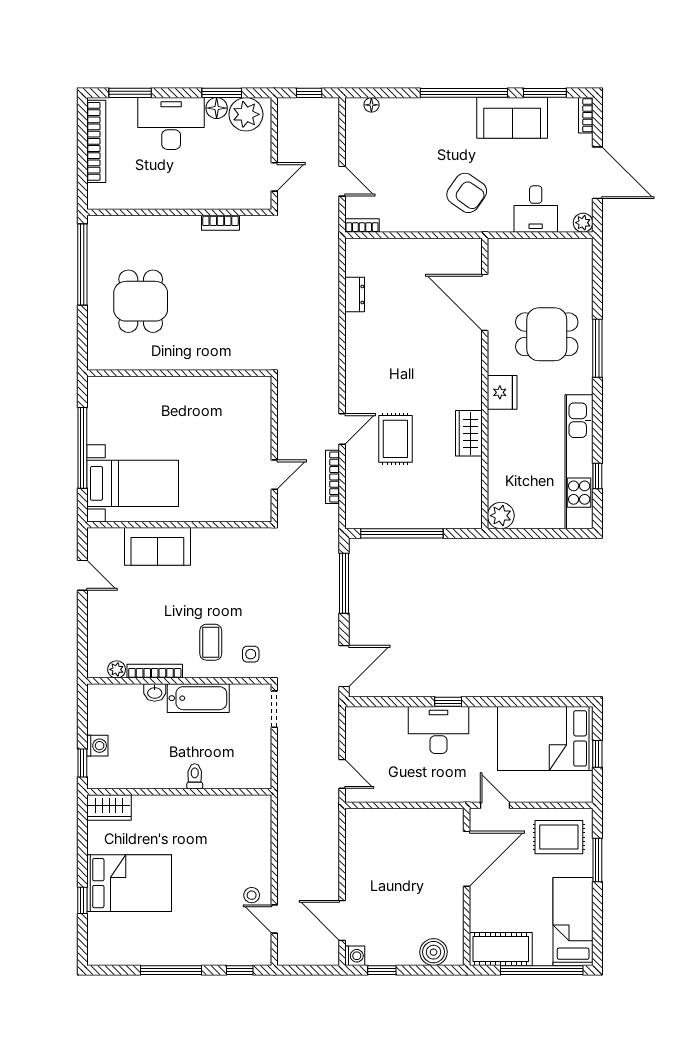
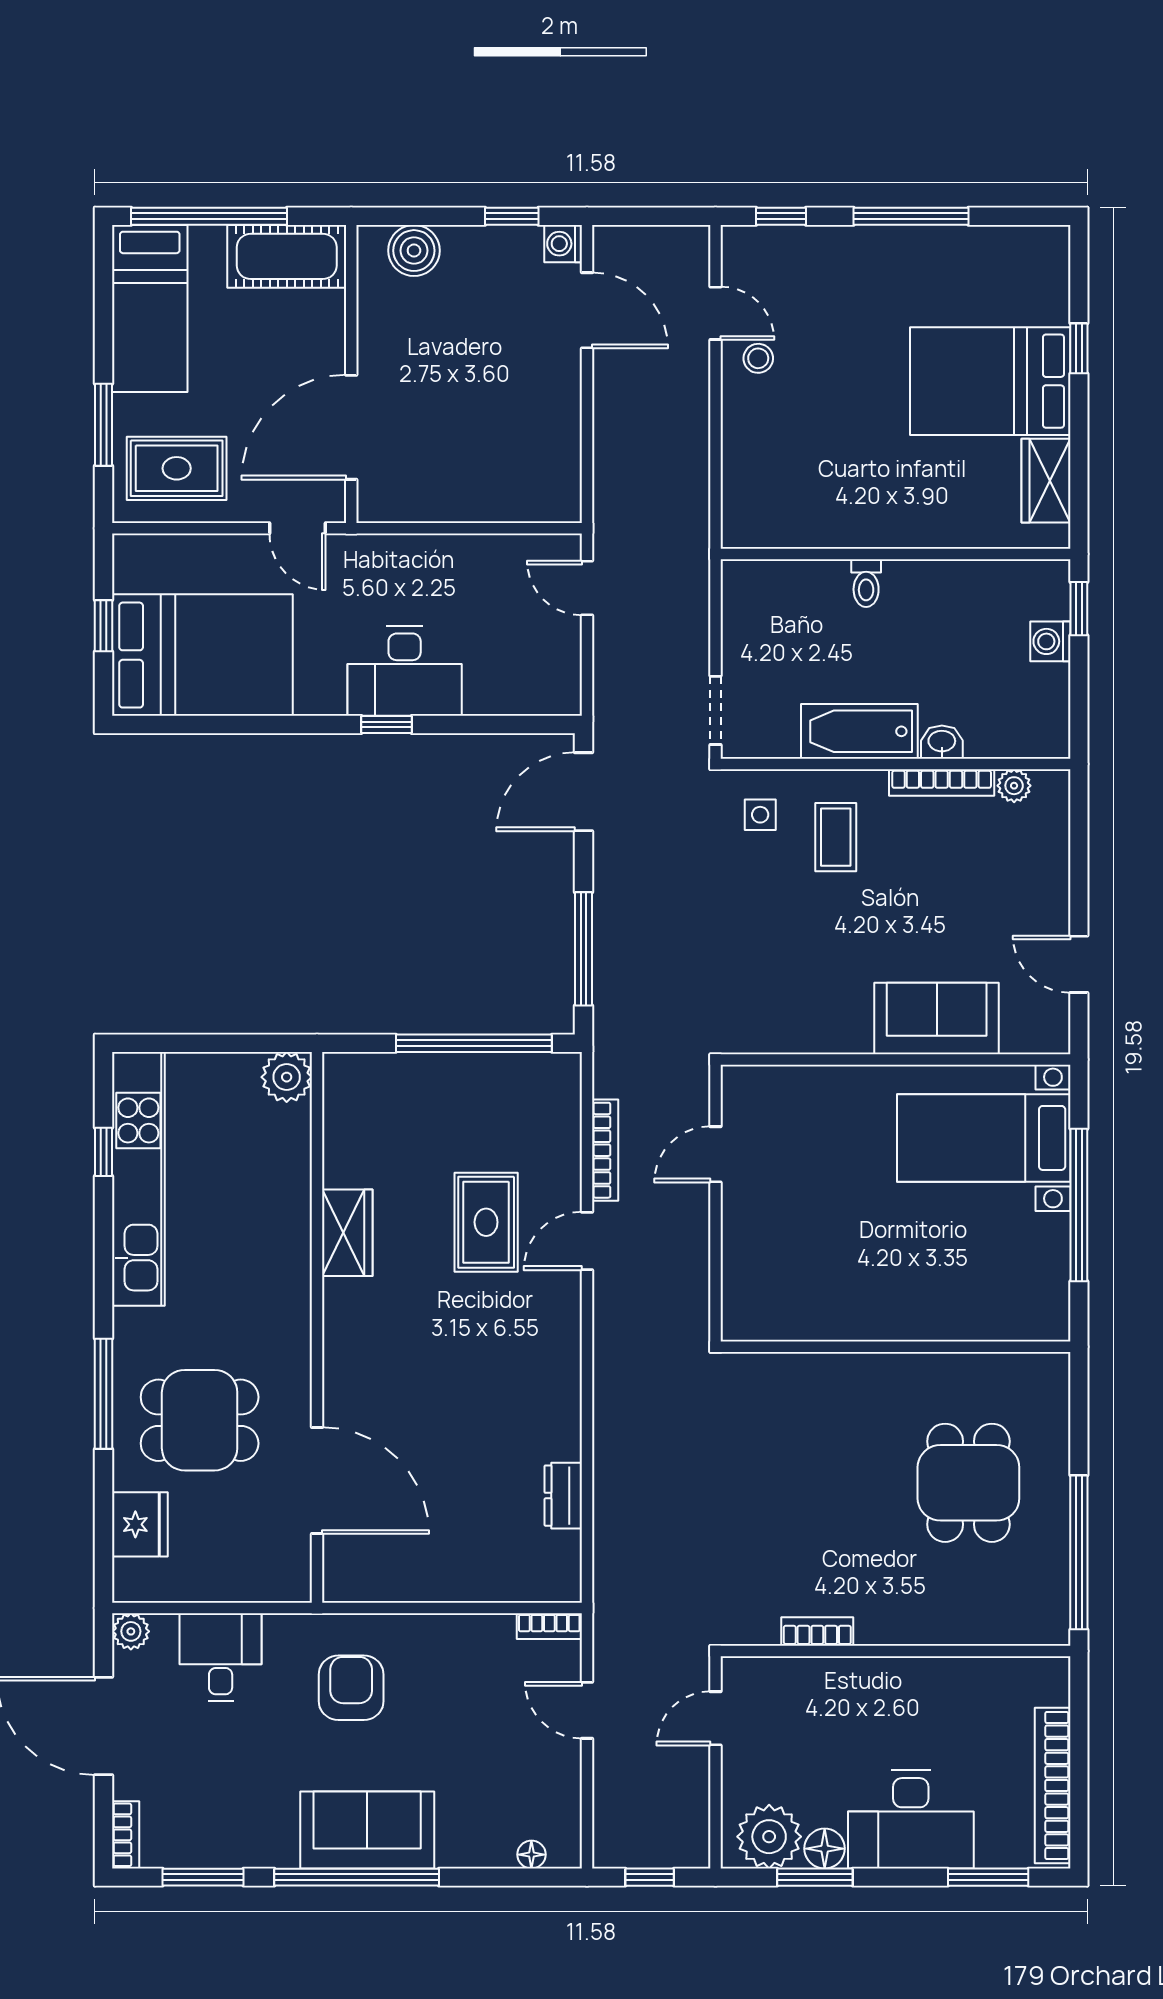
sofa: (512, 118) -> (367, 1830), moved
armchair: (467, 193) -> (351, 1688), turned 55
fridge: (502, 392) -> (140, 1524), moved, turned 180
wardrobe: (109, 807) -> (1046, 481), moved, turned -90

